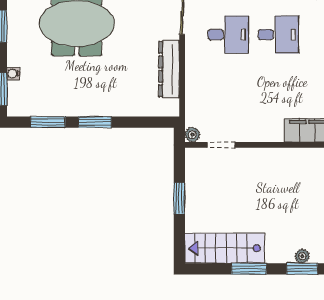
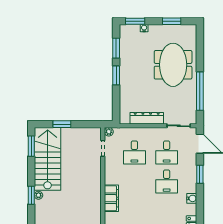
desk: (228, 90) -> (134, 152), added
window: (179, 198) -> (62, 124), moved
stairs: (225, 248) -> (48, 159), width x1.36, depth x1.51
window: (249, 269) -> (31, 146), moved

